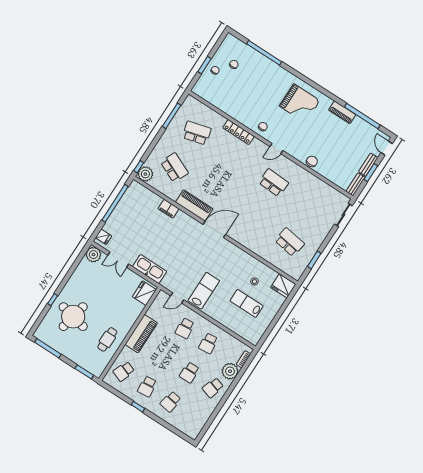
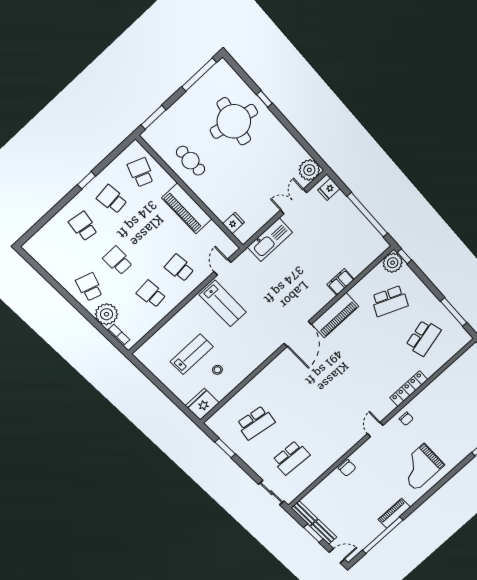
school desk: (274, 183) -> (291, 458), moved
fridge: (144, 293) -> (234, 223), width x0.53, depth x0.75

